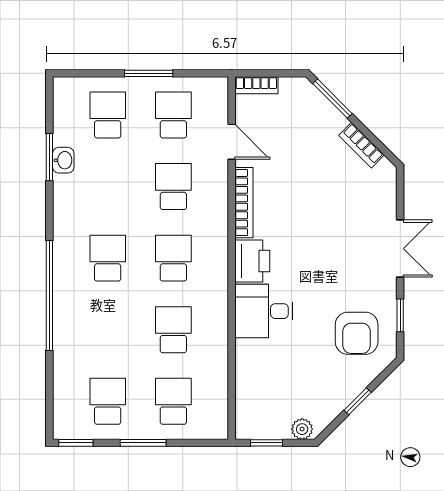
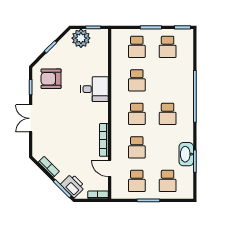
washbasin: (63, 160) -> (186, 154), width x1.91, depth x1.45
printer: (252, 261) -> (73, 186), moved, turned 135
armchair: (357, 333) -> (51, 79), turned -90
plant: (302, 429) -> (81, 38), width x1.87, depth x1.87

